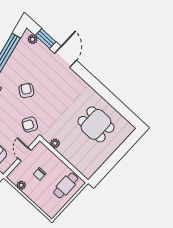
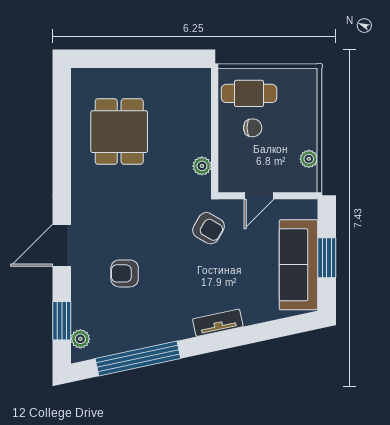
door: (65, 57) -> (62, 245), moved
armchair: (26, 91) -> (125, 273), moved, turned 54
chair: (40, 174) -> (253, 128), moved

